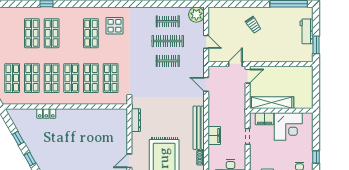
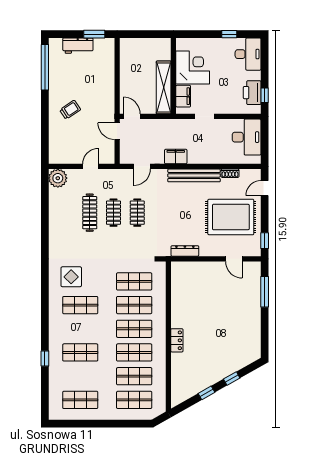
clothes rail: (168, 21) -> (137, 213), moved
shop shelf: (32, 33) -> (80, 400), moved
locker: (46, 113) -> (177, 340), moved
filing cabinet: (214, 136) -> (176, 157), moved

